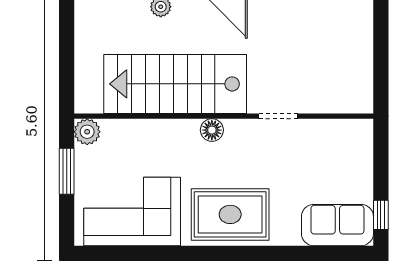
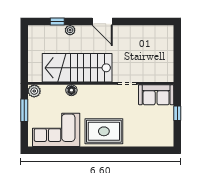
floor lamp: (212, 130) -> (71, 90), moved
window: (381, 215) -> (177, 113), moved
sofa: (337, 225) -> (156, 95), moved, turned 180

